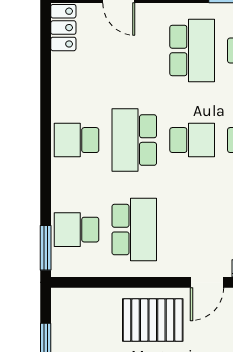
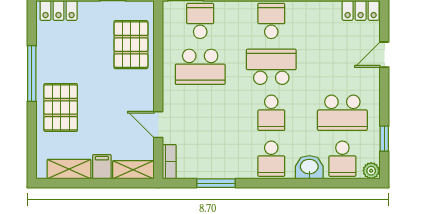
pallet: (153, 320) -> (131, 45), moved

